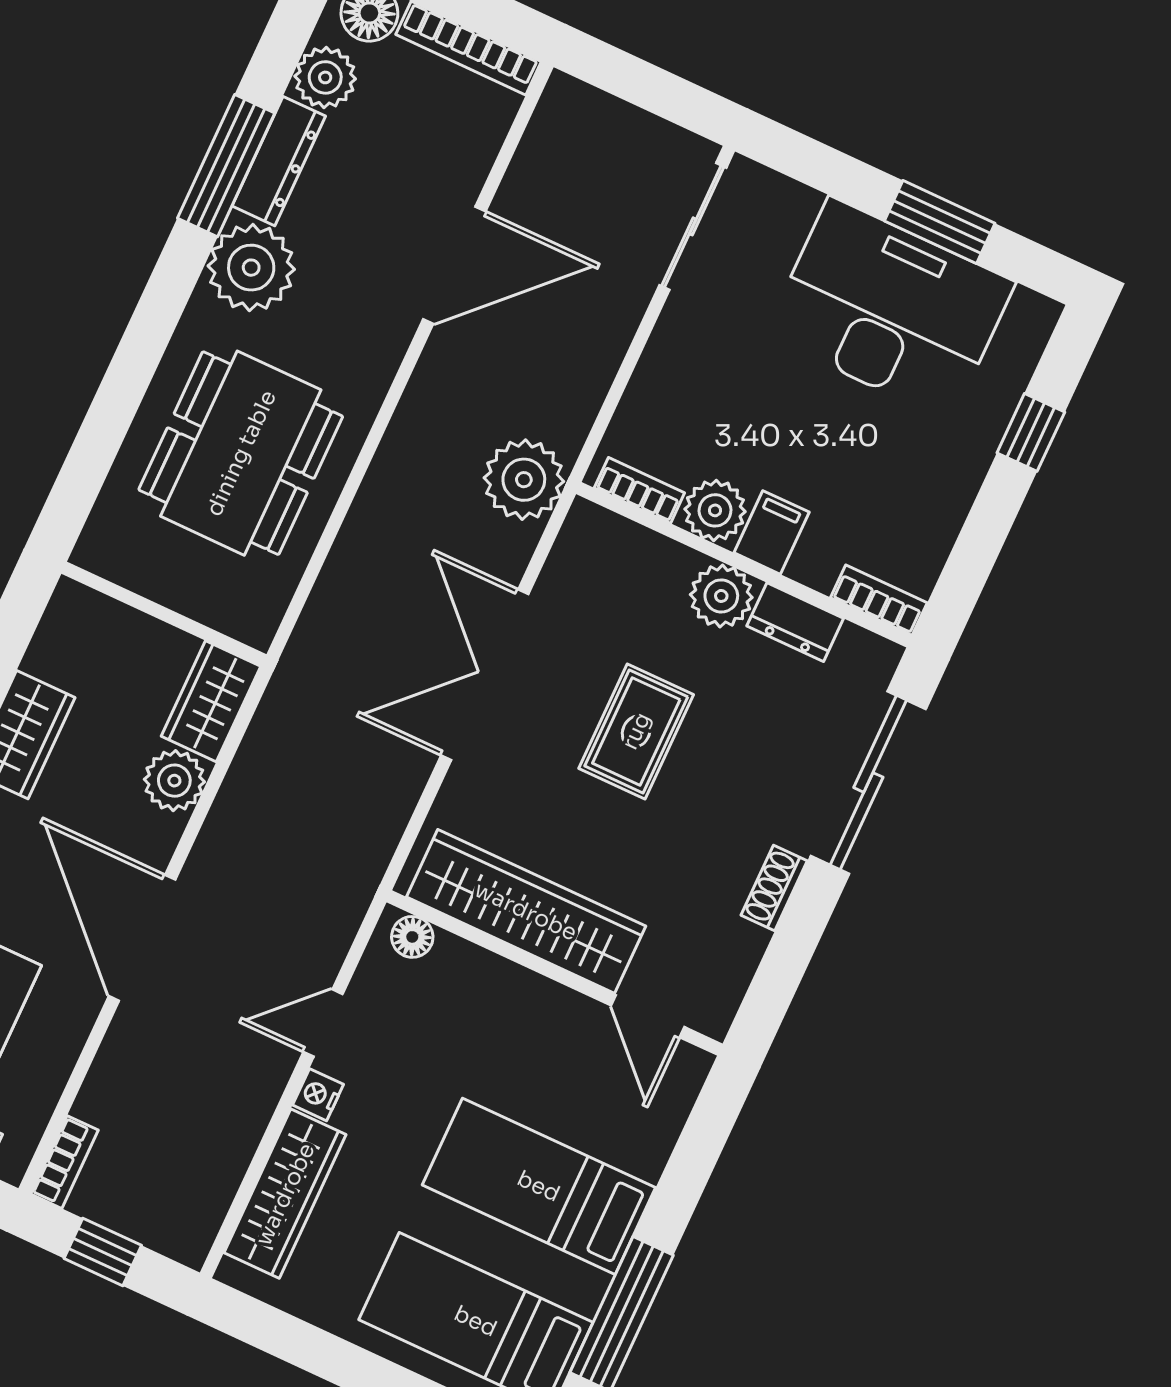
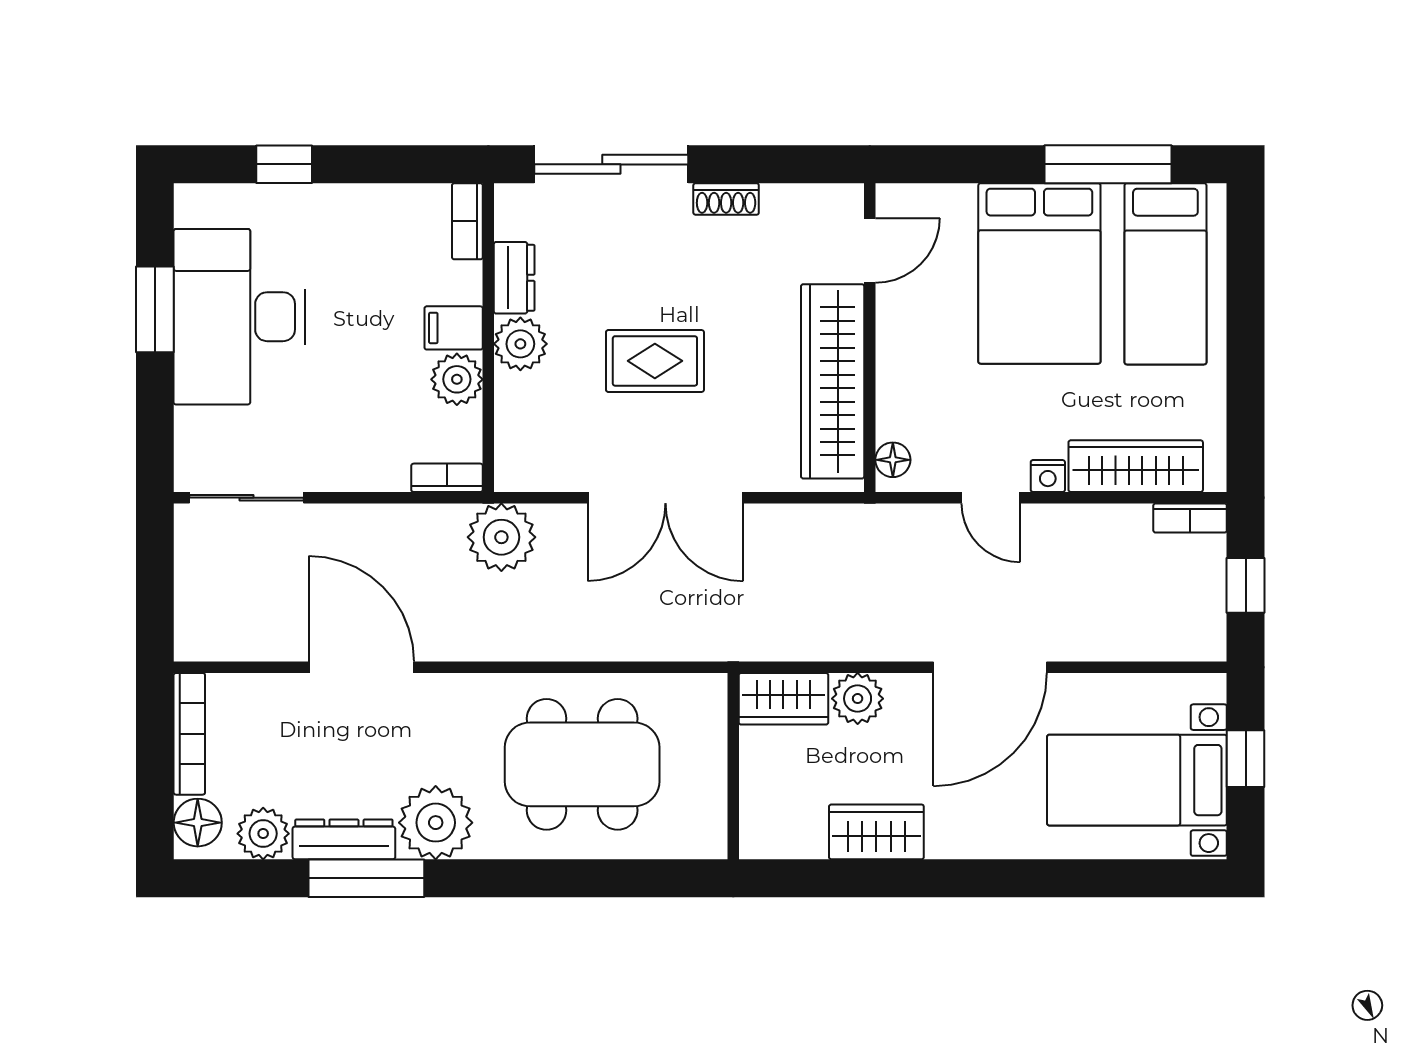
bookcase: (639, 490) -> (447, 478), moved, turned 90
bookcase: (64, 1162) -> (1190, 518), moved, turned 180
bed: (539, 1186) -> (1039, 273), width x1.50

